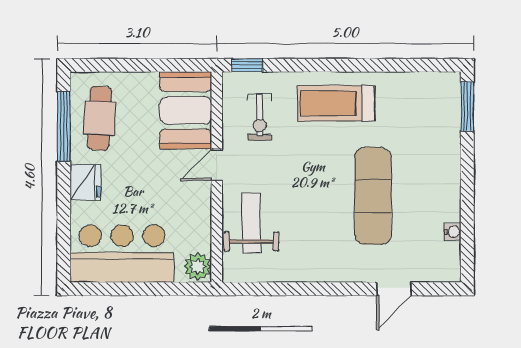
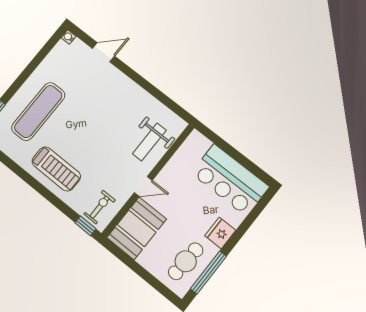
exercise bike: (260, 117) -> (100, 207), moved
exercise mat: (373, 196) -> (38, 111), moved
water cooler: (453, 232) -> (69, 37), moved
plant: (198, 267) -> (195, 142), removed

